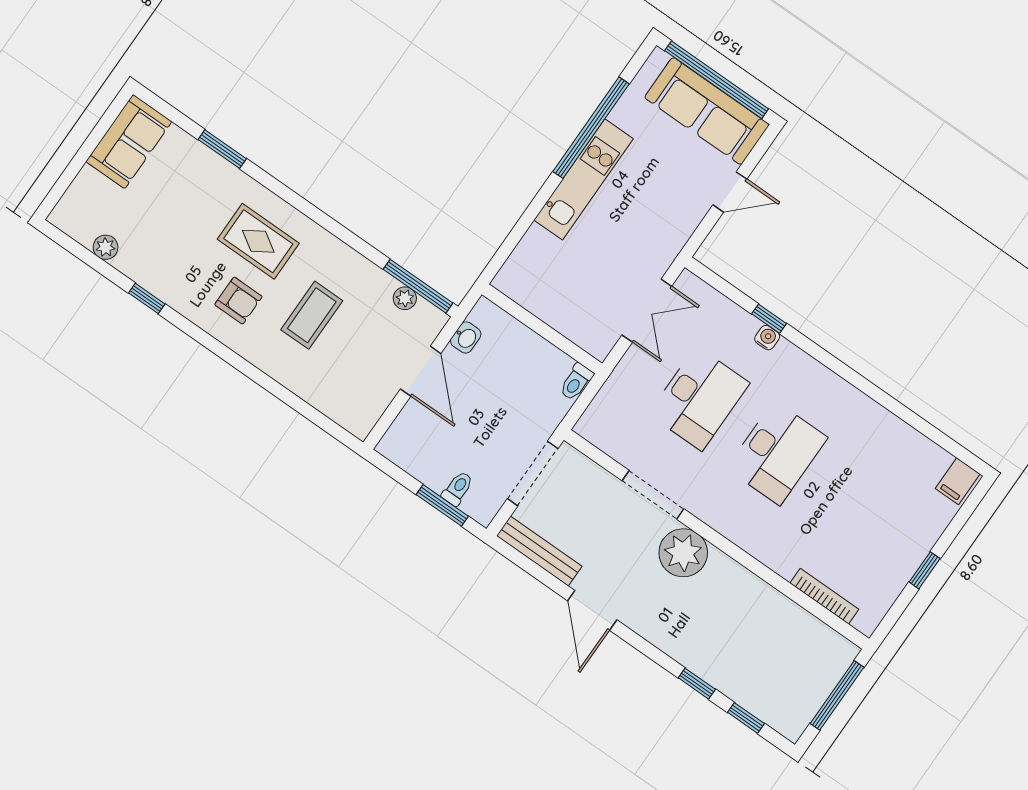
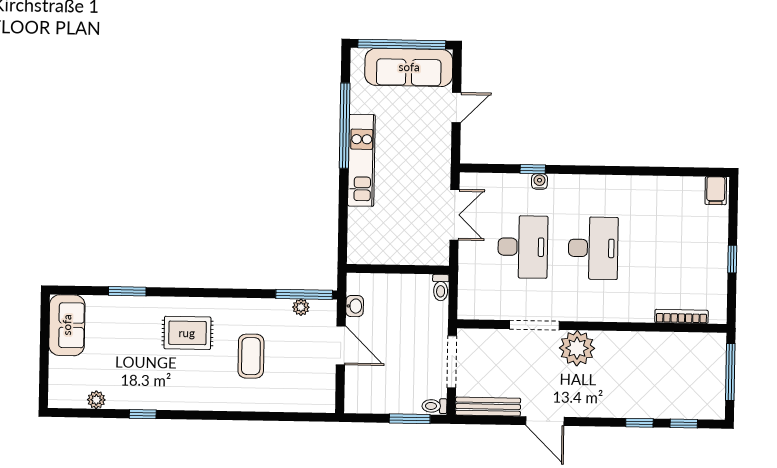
armchair: (238, 301) -> (200, 377), removed
toilet: (458, 488) -> (434, 406), moved, turned -90

